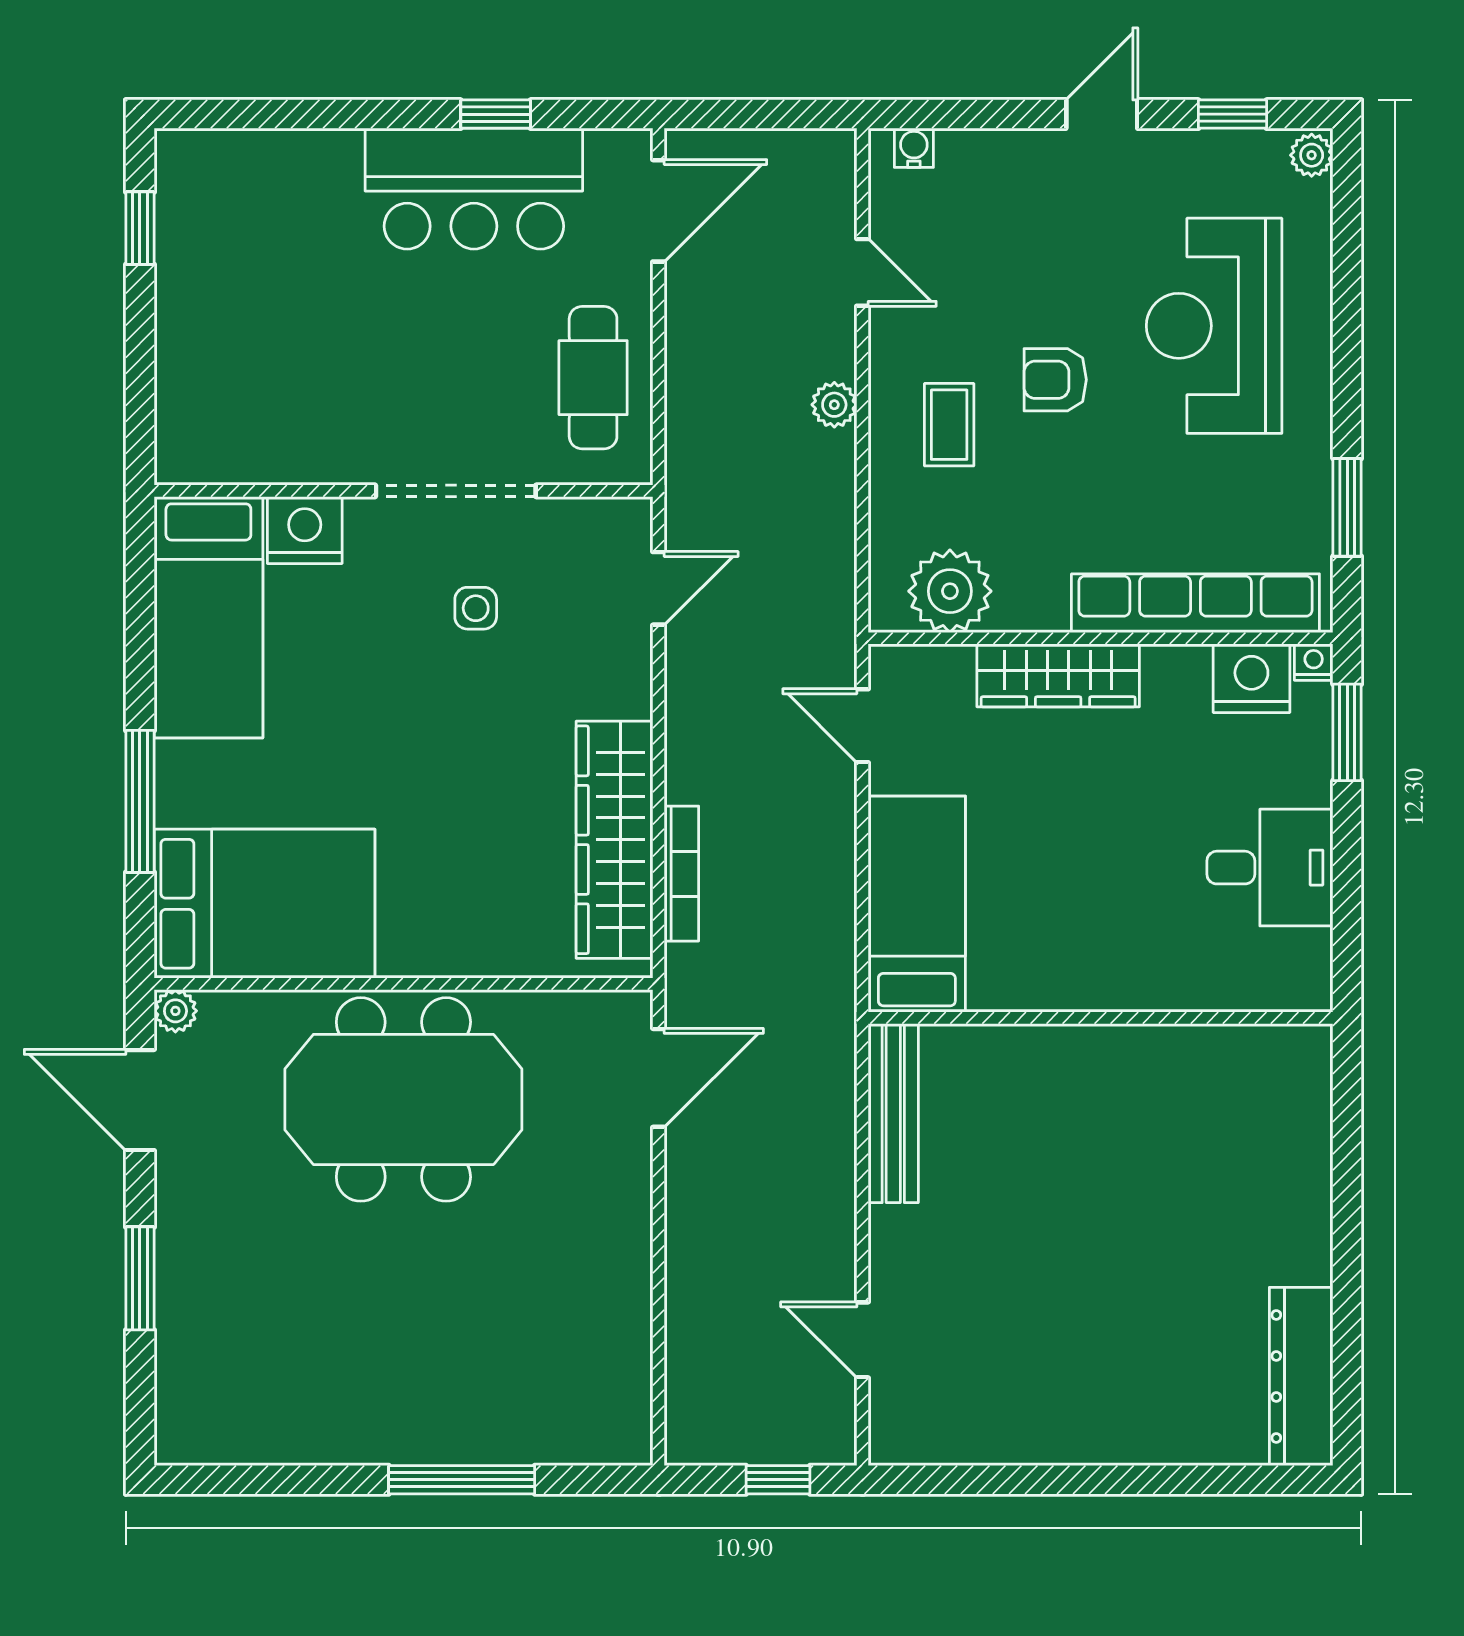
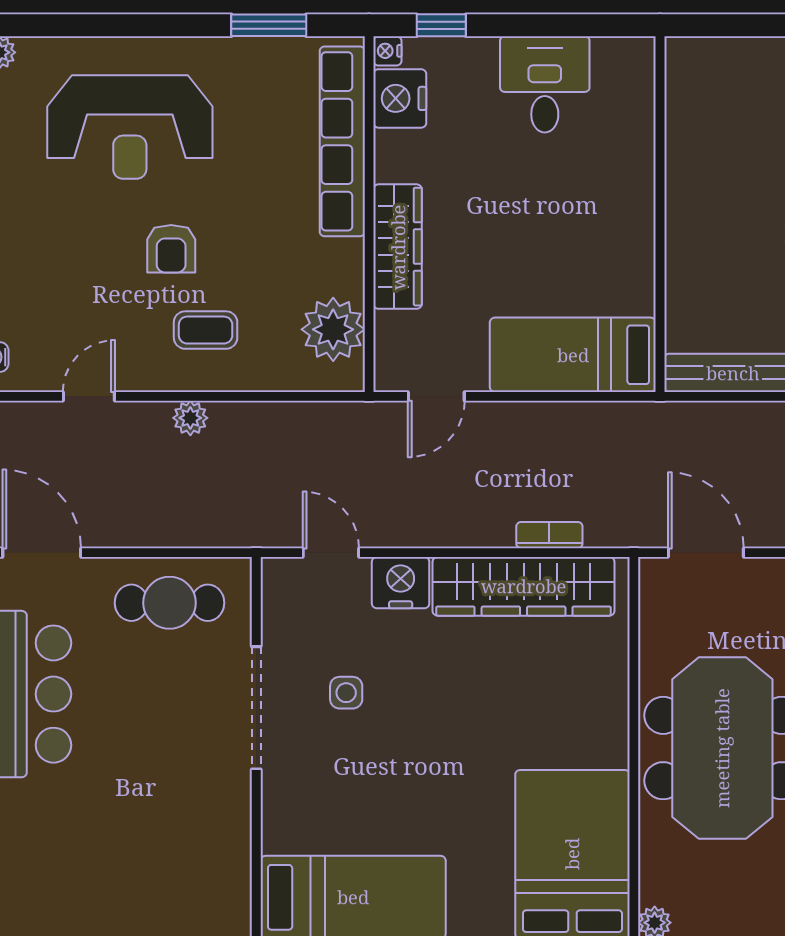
nightstand: (305, 530) -> (401, 583), moved, turned 90
window: (1347, 732) -> (441, 25), width x0.67
bookcase: (681, 874) -> (549, 535), width x0.64

